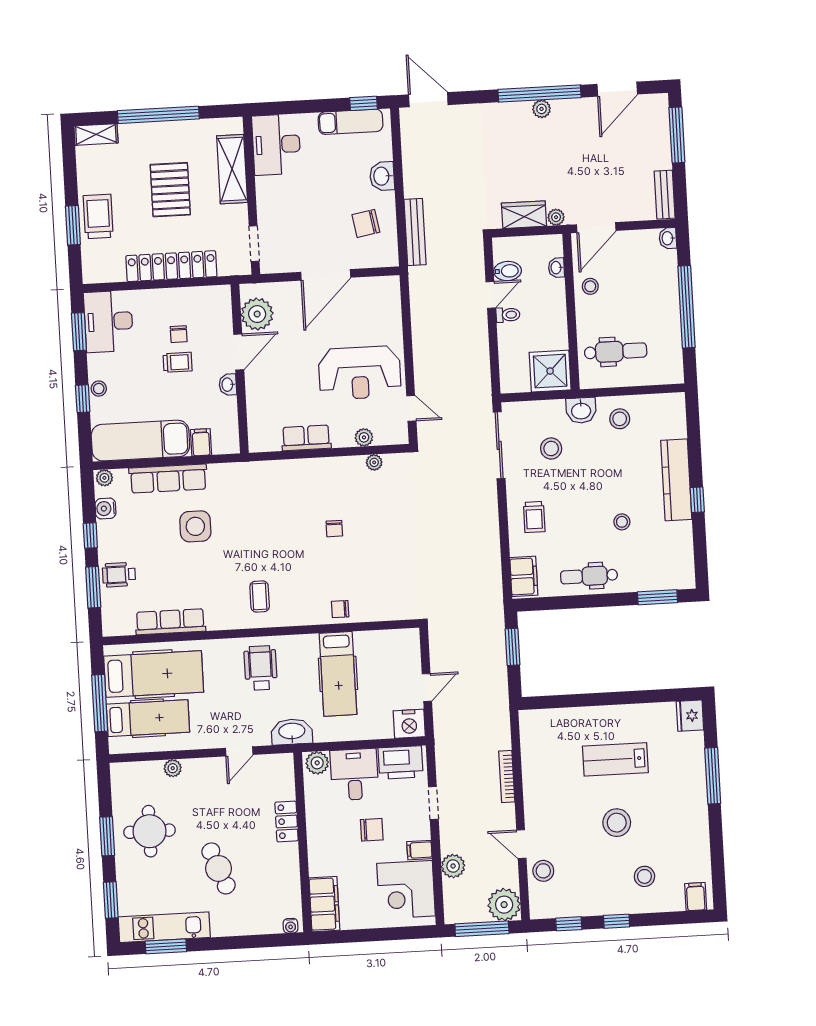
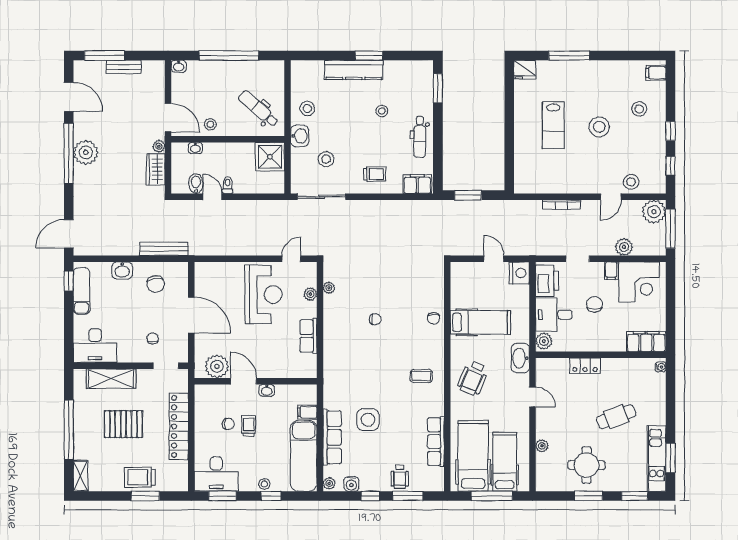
plant: (542, 109) -> (86, 152), width x1.88, depth x1.88
bench: (665, 195) -> (124, 67), moved
chair: (291, 223) -> (153, 338), added
dental chair: (616, 351) -> (258, 109), turned -49
window: (697, 500) -> (369, 56), width x1.50
wheelchair: (261, 668) -> (473, 378), turned -67

